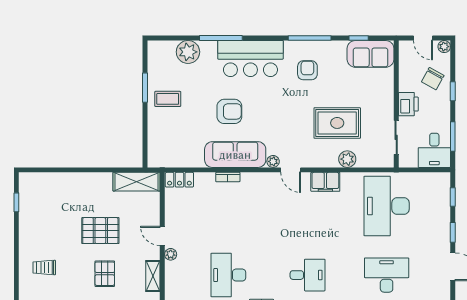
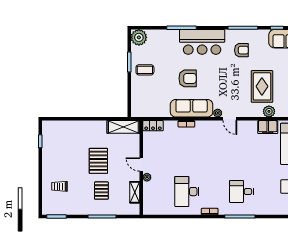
plant: (188, 52) -> (139, 37), moved
armchair: (307, 70) -> (241, 50), turned 90
rug: (337, 123) -> (262, 86), turned 90
filing cabinet: (325, 182) -> (268, 127), moved
pallet: (100, 231) -> (98, 161), turned 90
desk: (307, 275) -> (241, 192), turned 180

